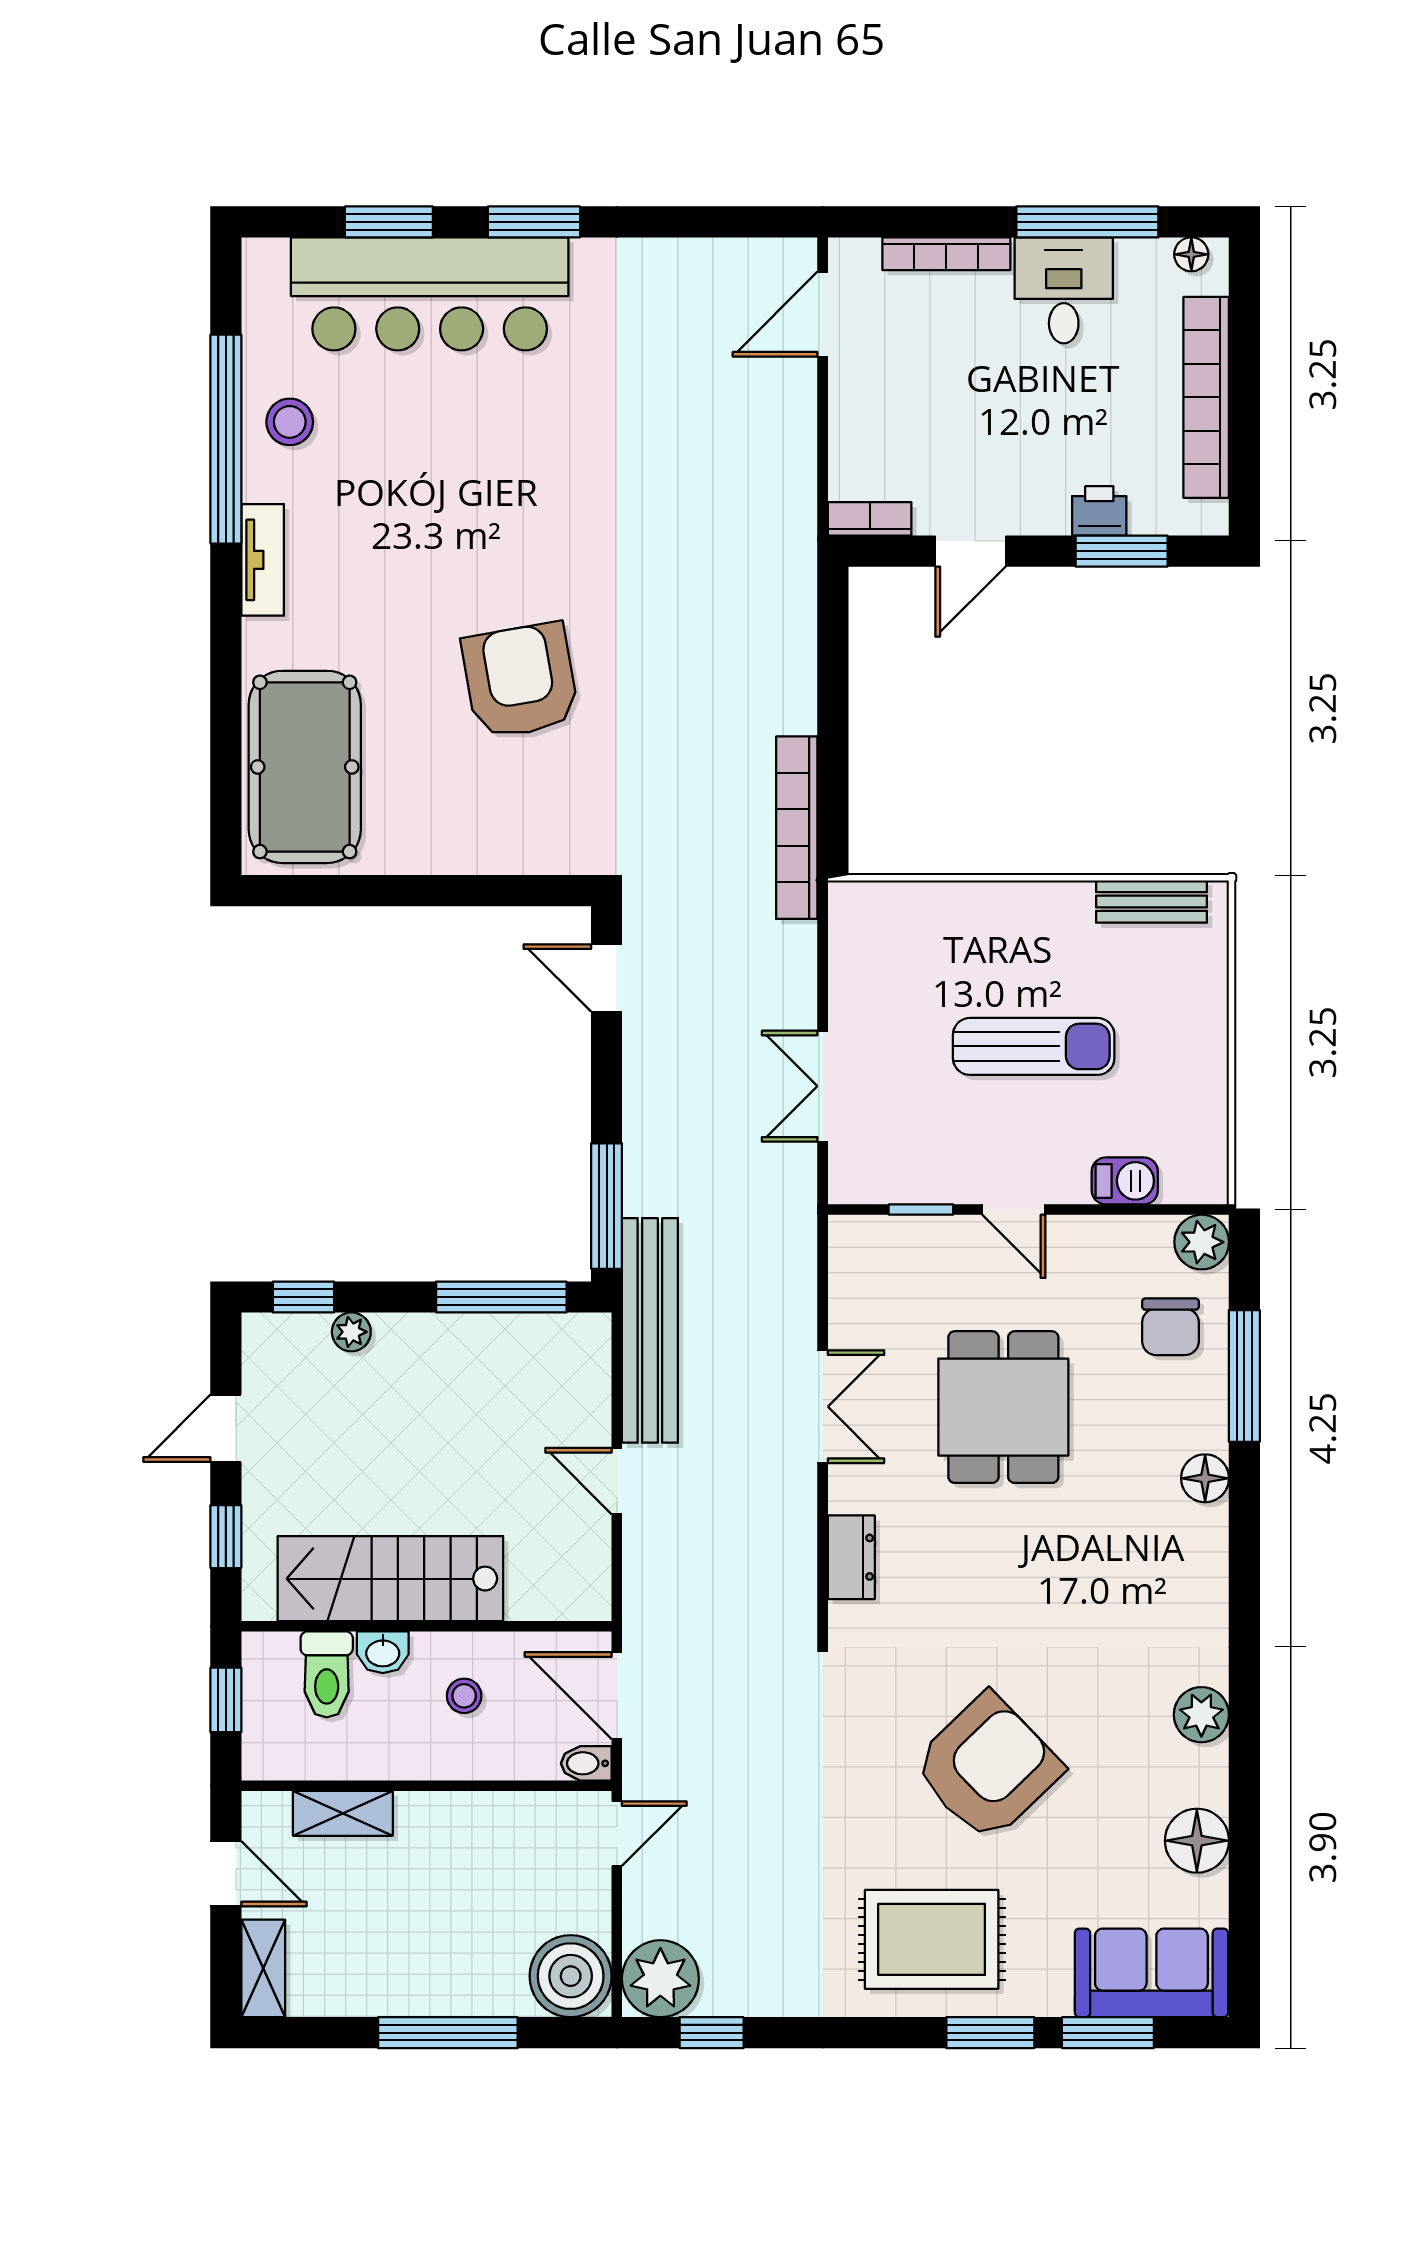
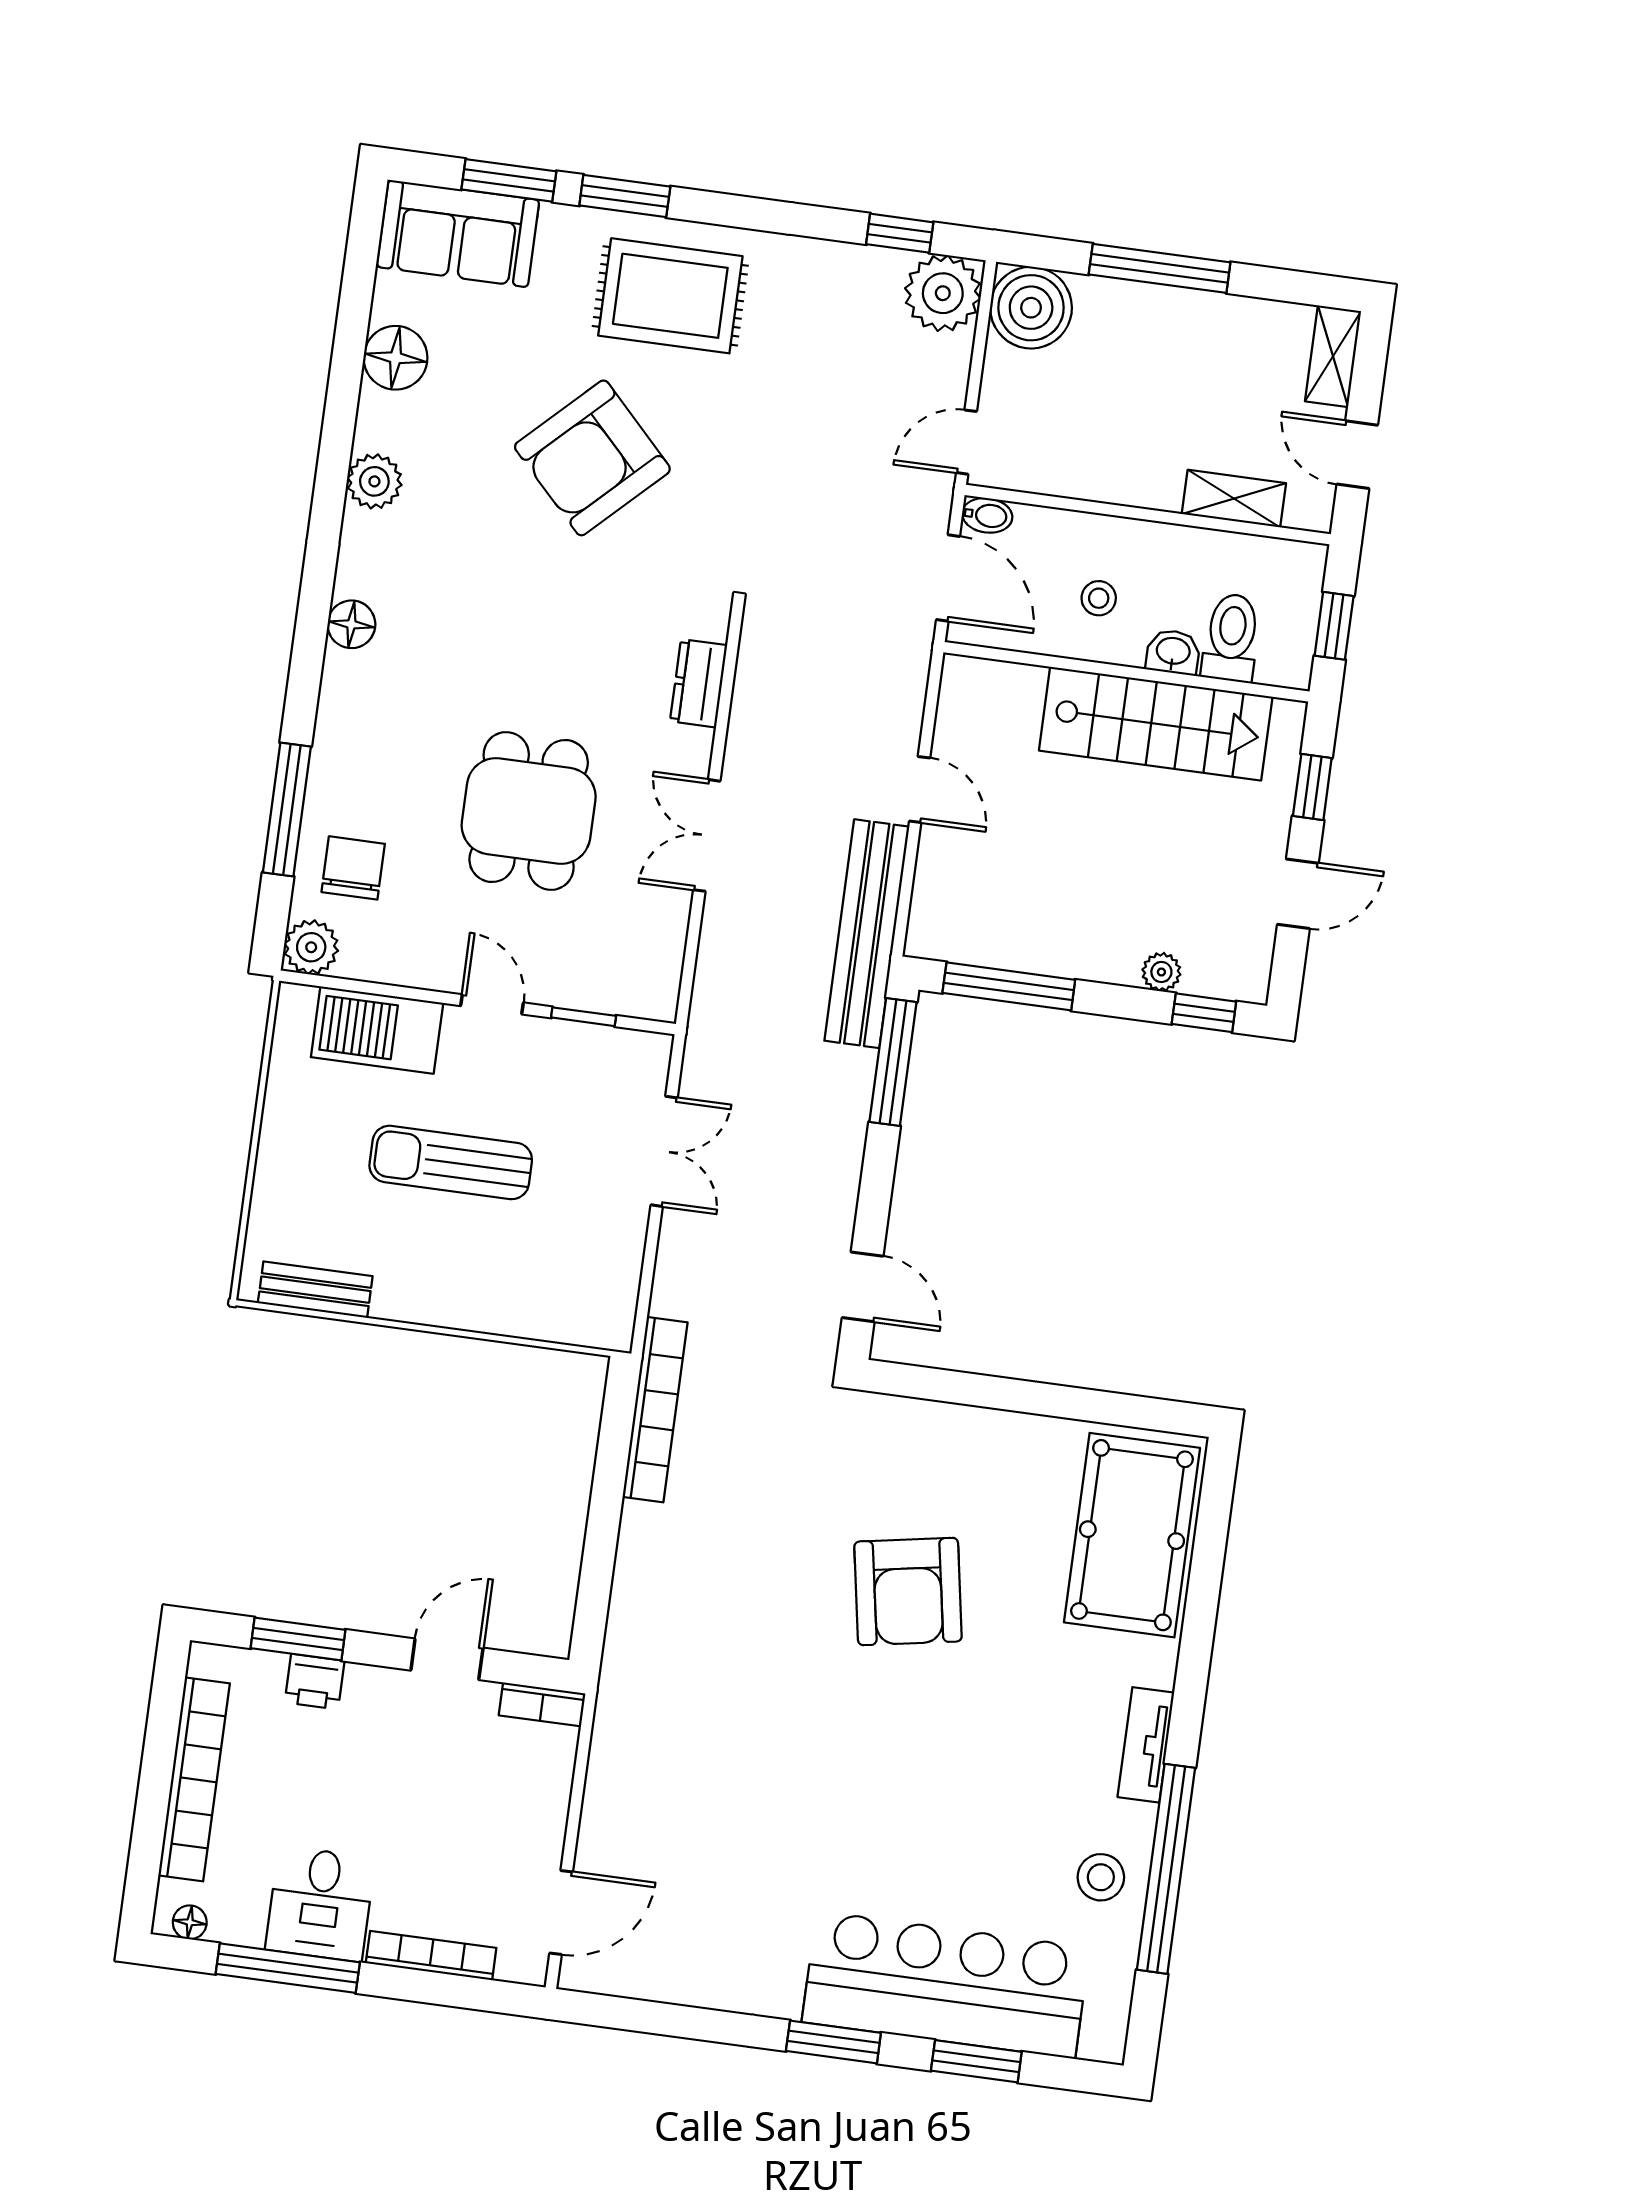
barbecue: (1125, 1181) -> (377, 1030), width x1.88, depth x1.53
floor lamp: (1205, 1478) -> (351, 624), moved

